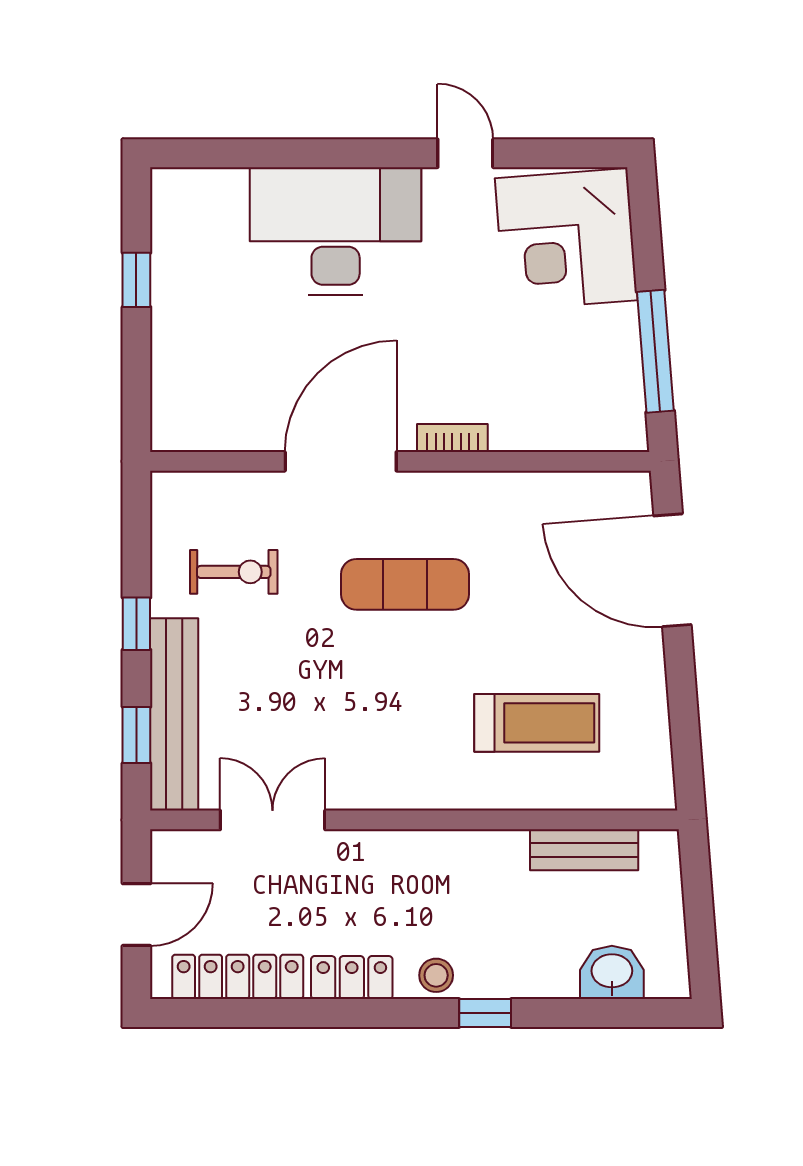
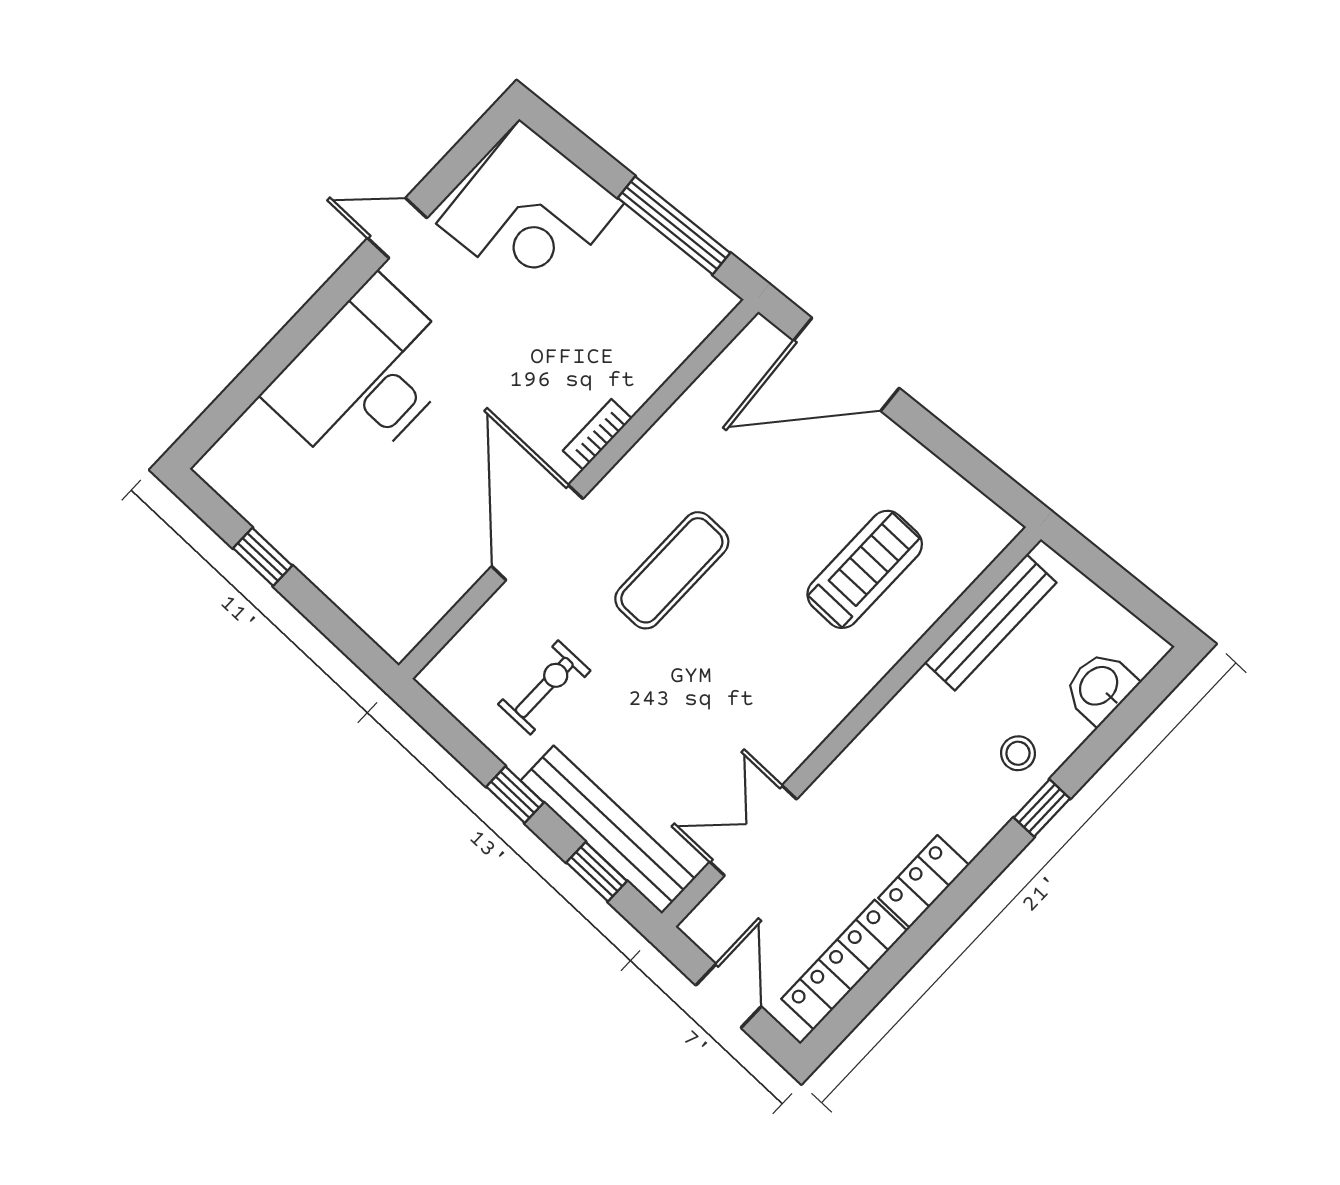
bench: (584, 850) -> (991, 622), width x1.36
stool: (436, 975) -> (1018, 753), moved

